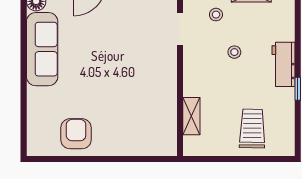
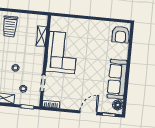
corner sofa: (150, 89) -> (62, 52), added
armchair: (76, 134) -> (121, 35), moved

